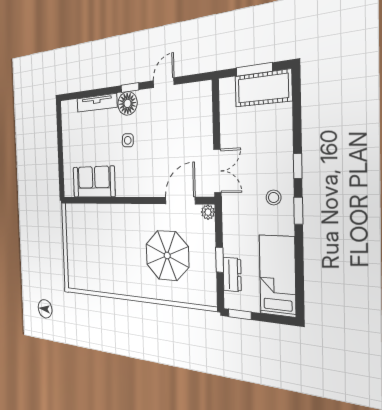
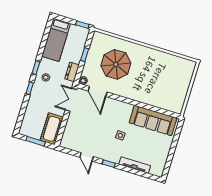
door: (164, 83) -> (87, 157), hinge flipped
cot: (263, 88) -> (52, 129), moved, turned 90
floor lamp: (127, 103) -> (113, 156), removed
sofa: (94, 182) -> (153, 120), width x1.36
door: (180, 201) -> (98, 91), hinge flipped
dresser: (232, 274) -> (72, 72), moved

